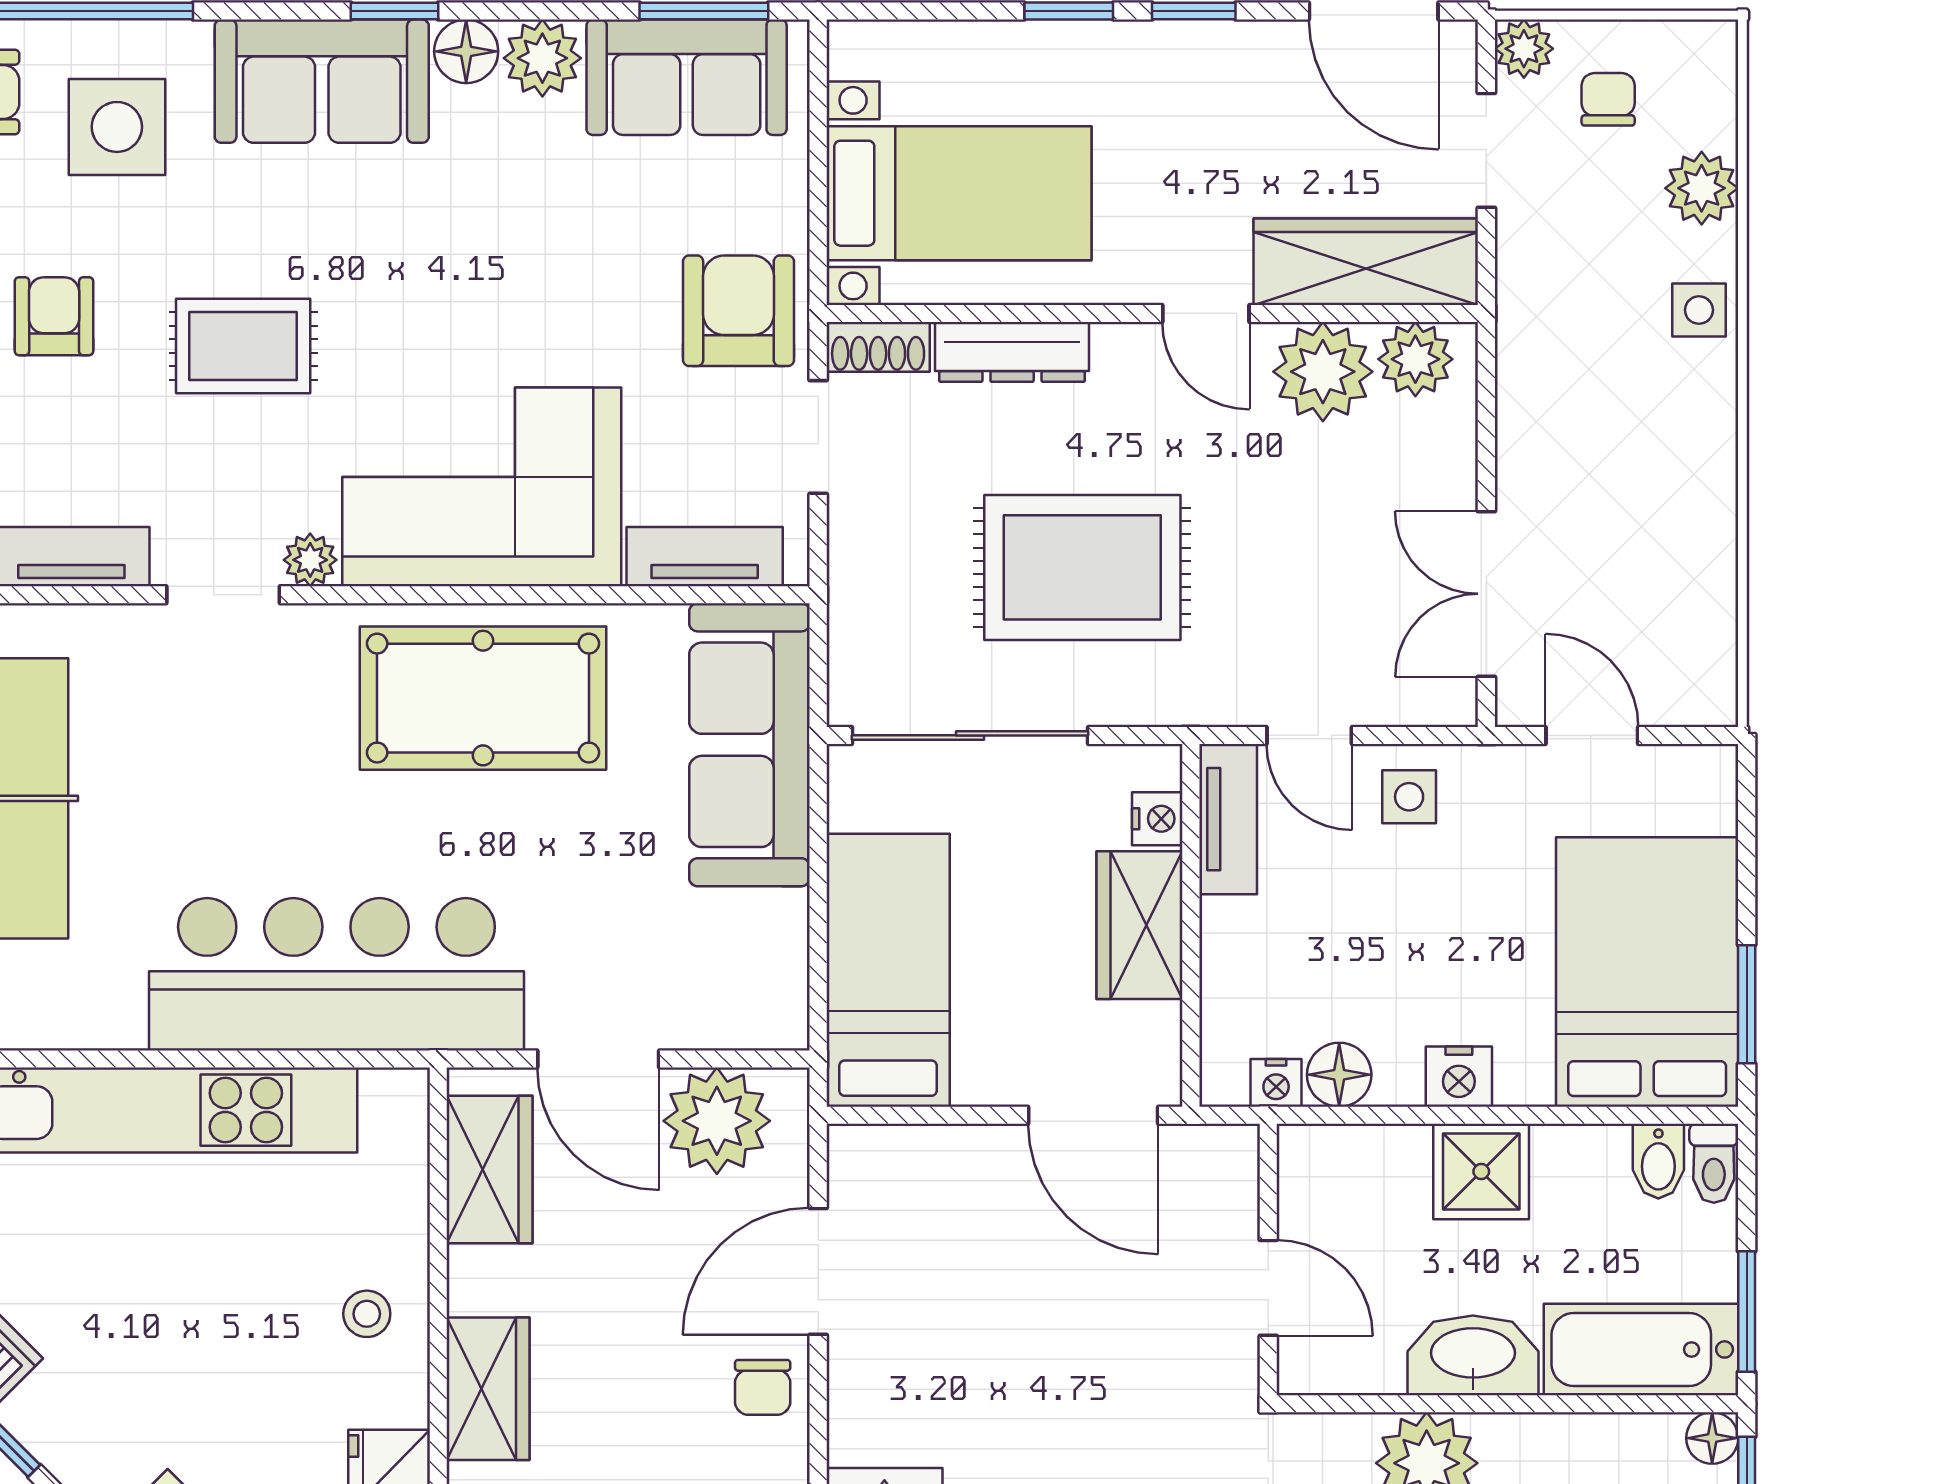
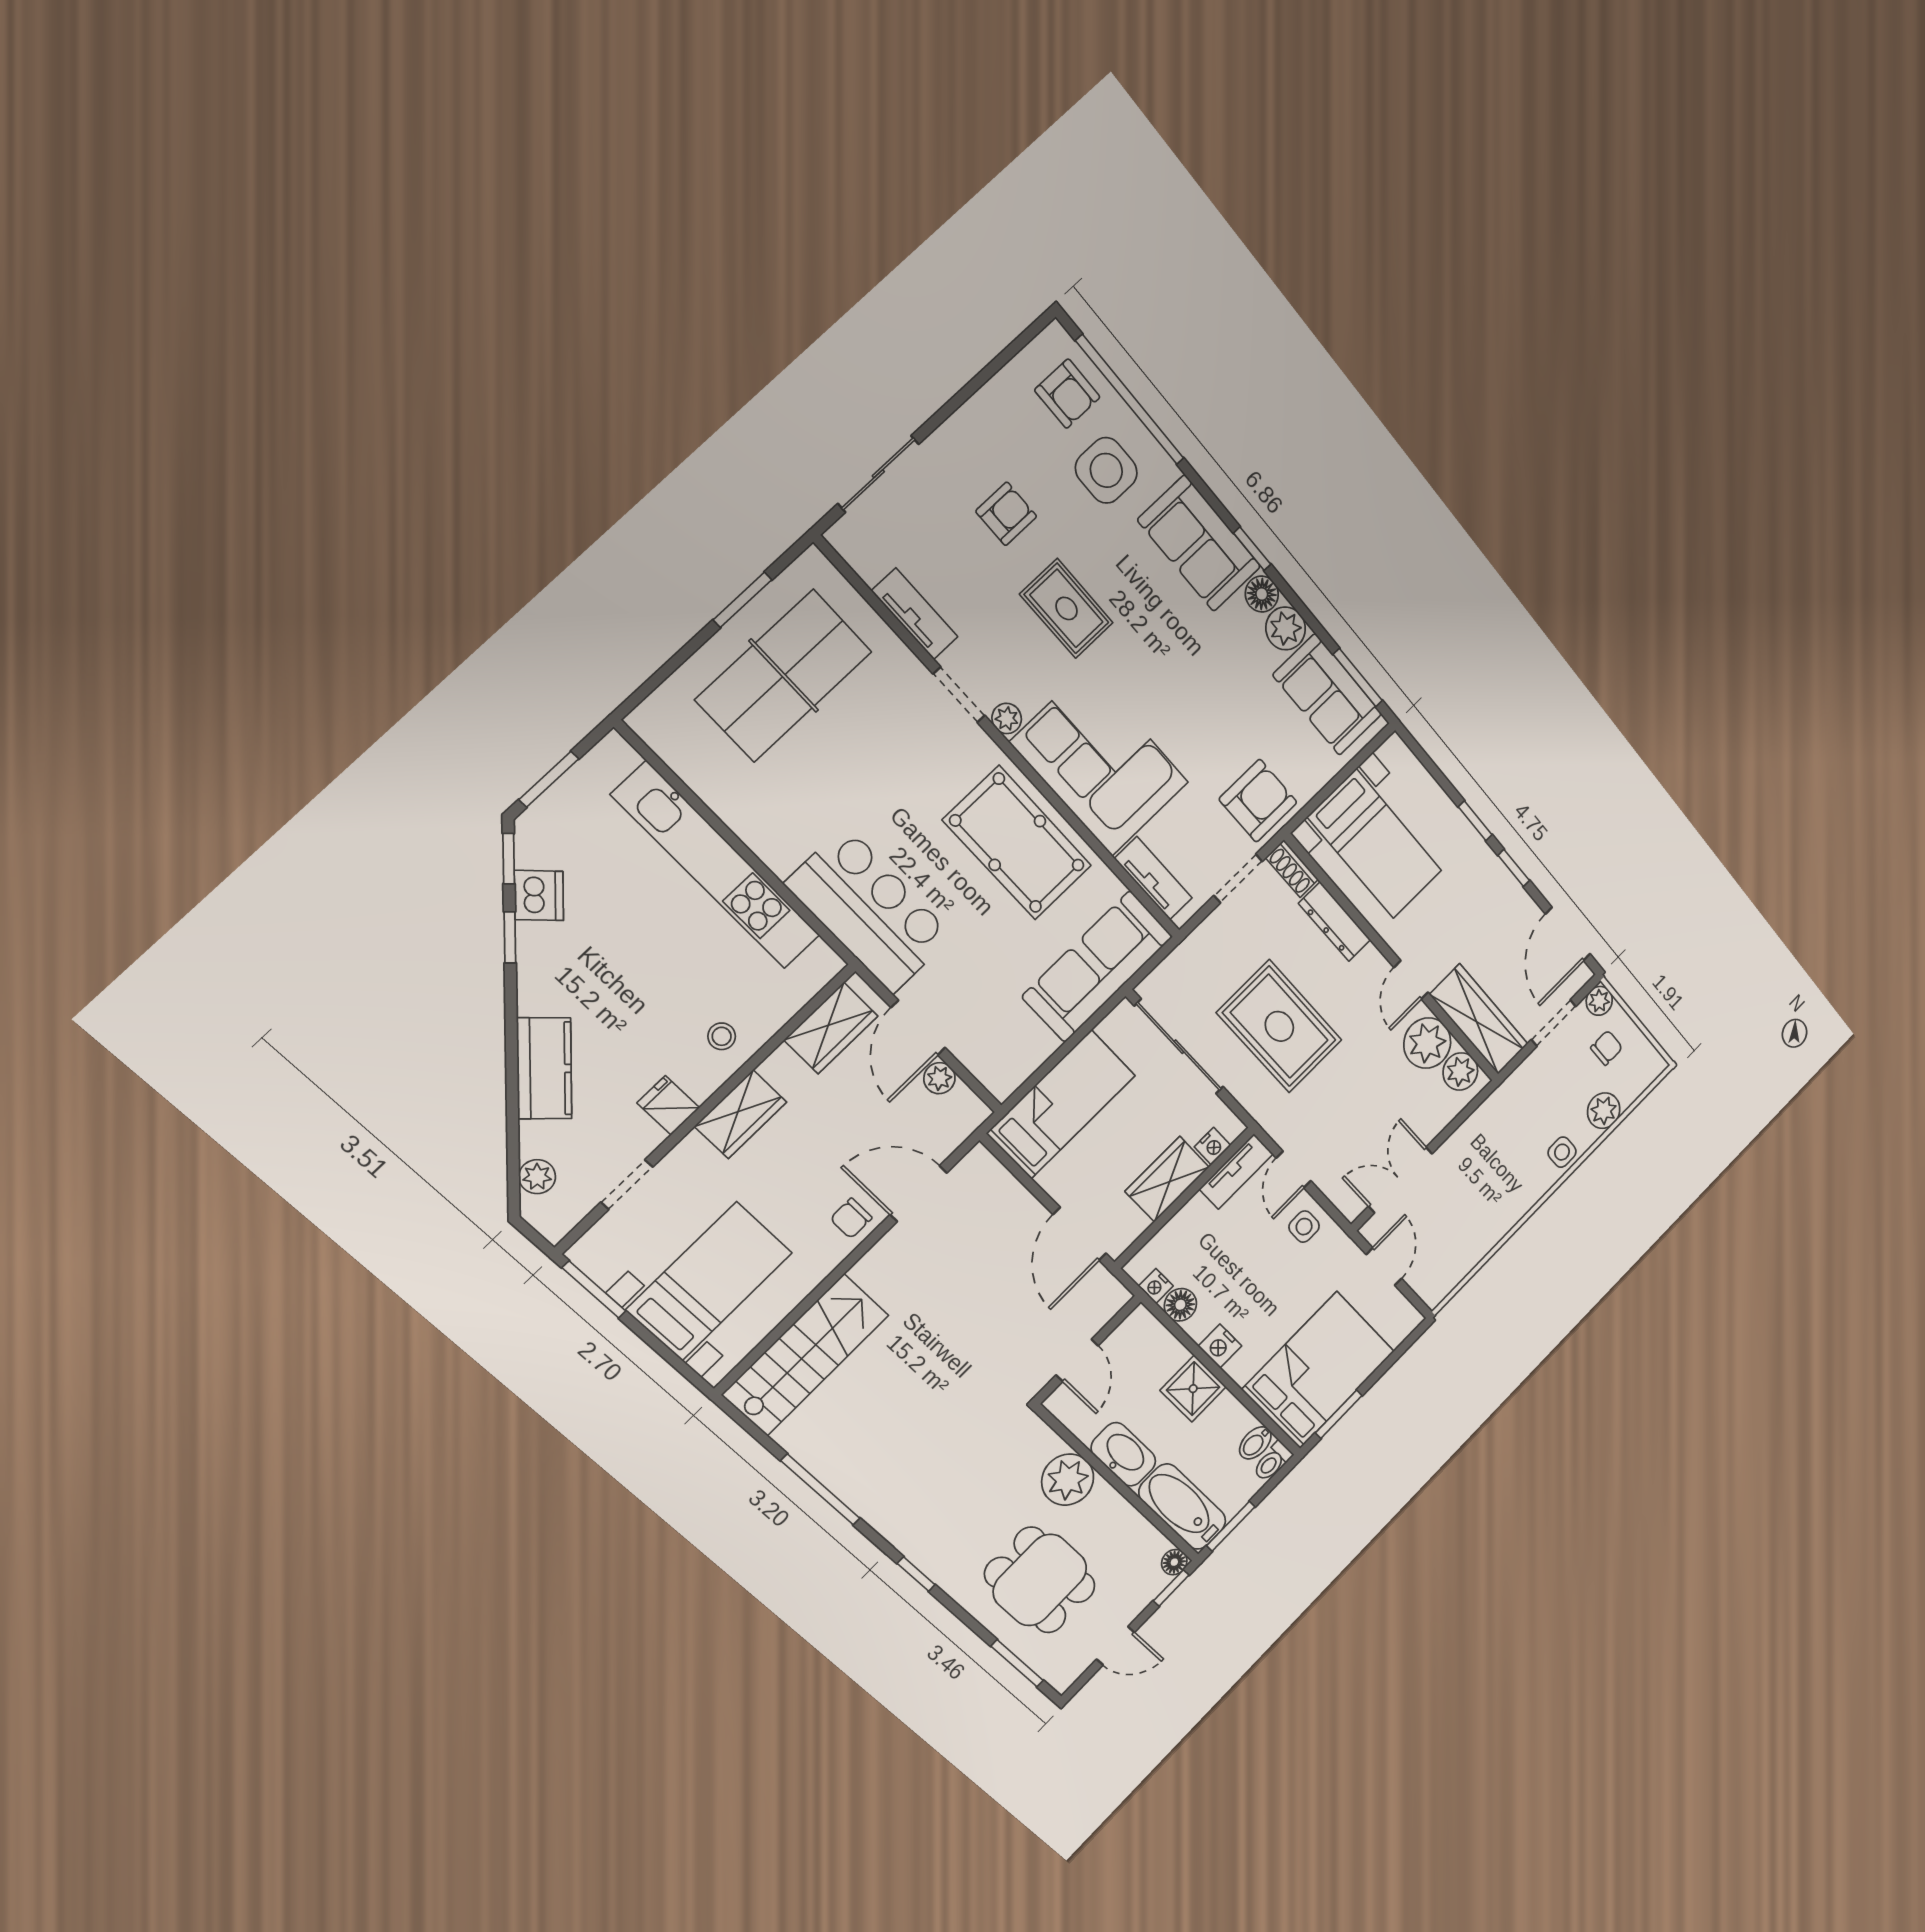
bar counter: (336, 974) -> (869, 910), width x0.73
plant: (717, 1121) -> (939, 1078), width x0.53, depth x0.53

